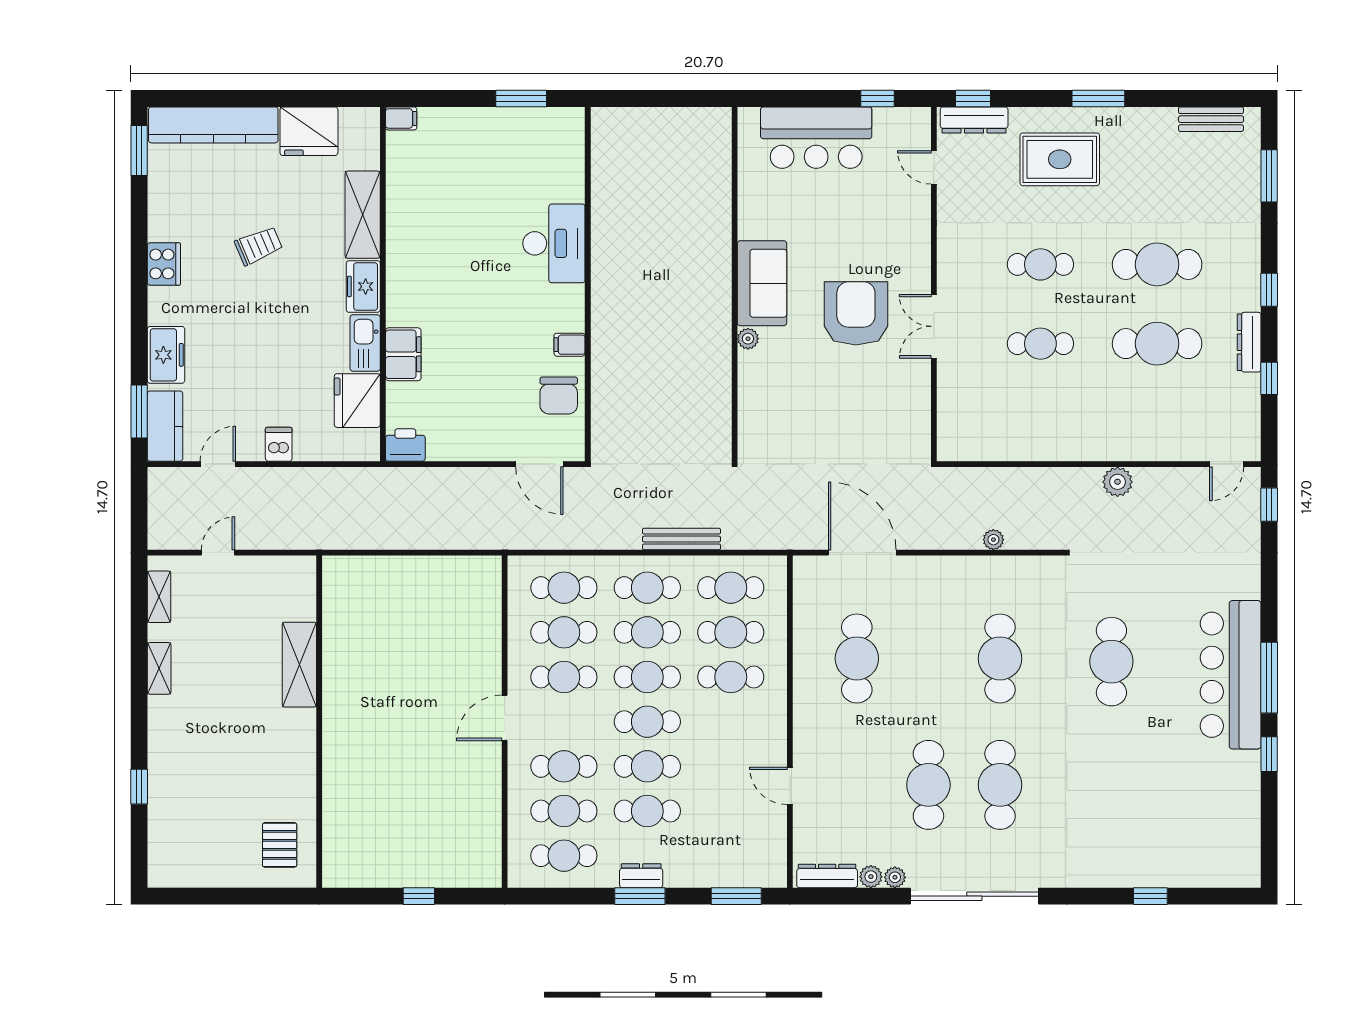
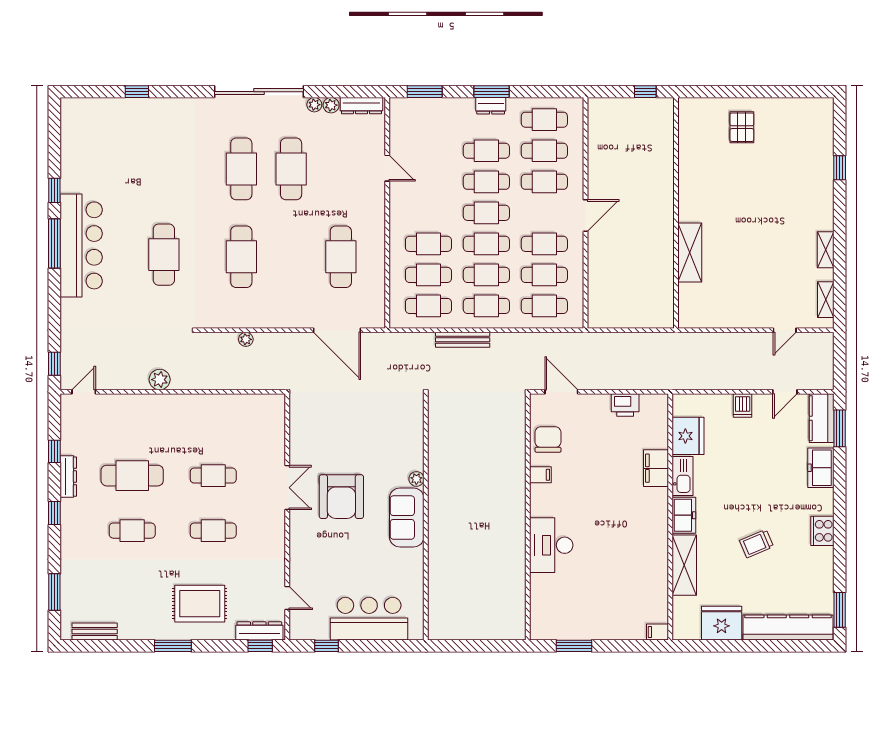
cafe table: (1157, 264) -> (132, 531), width x0.73, depth x0.74
printer: (405, 445) -> (625, 405), moved
shelving: (299, 665) -> (690, 252), moved
wall: (319, 722) -> (676, 213), moved

